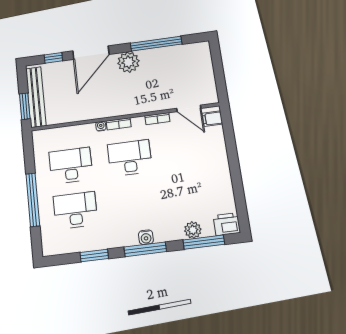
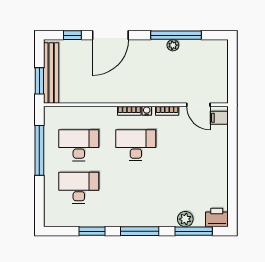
plant: (128, 62) -> (173, 45), moved, width x0.53, depth x0.53
water cooler: (101, 126) -> (147, 111), moved
window: (33, 200) -> (39, 150), moved
water cooler: (146, 237) -> (142, 220), removed

